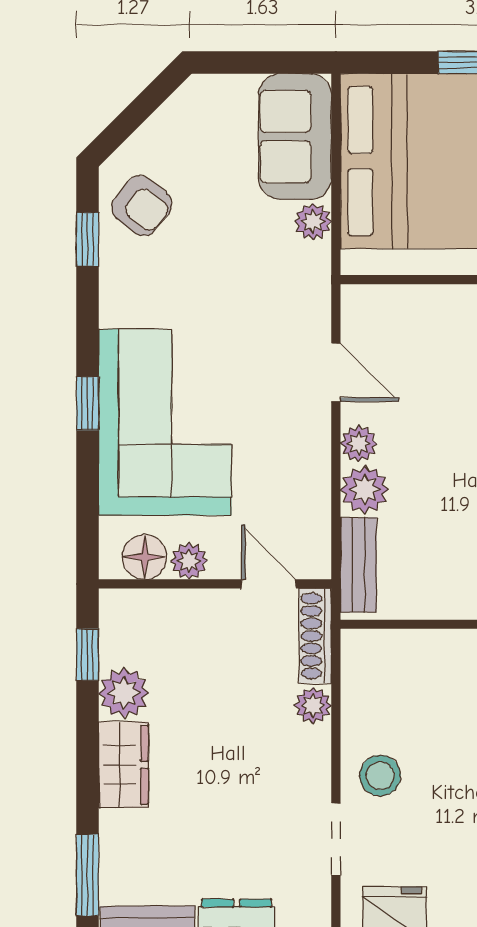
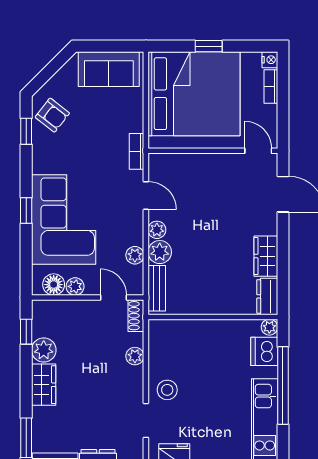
sofa: (295, 137) -> (109, 69), moved, turned -90
plant: (313, 222) -> (135, 255), moved
bookcase: (317, 281) -> (137, 151), added
shoe rack: (315, 636) -> (136, 316), width x0.70

